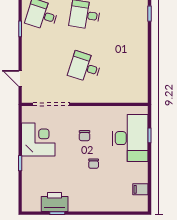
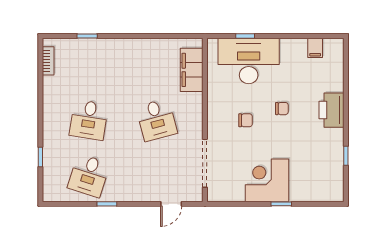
desk: (85, 67) -> (157, 120), turned -33
filing cabinet: (123, 94) -> (192, 70), added
corner desk: (38, 140) -> (267, 180), moved
printer: (55, 202) -> (332, 110), moved

